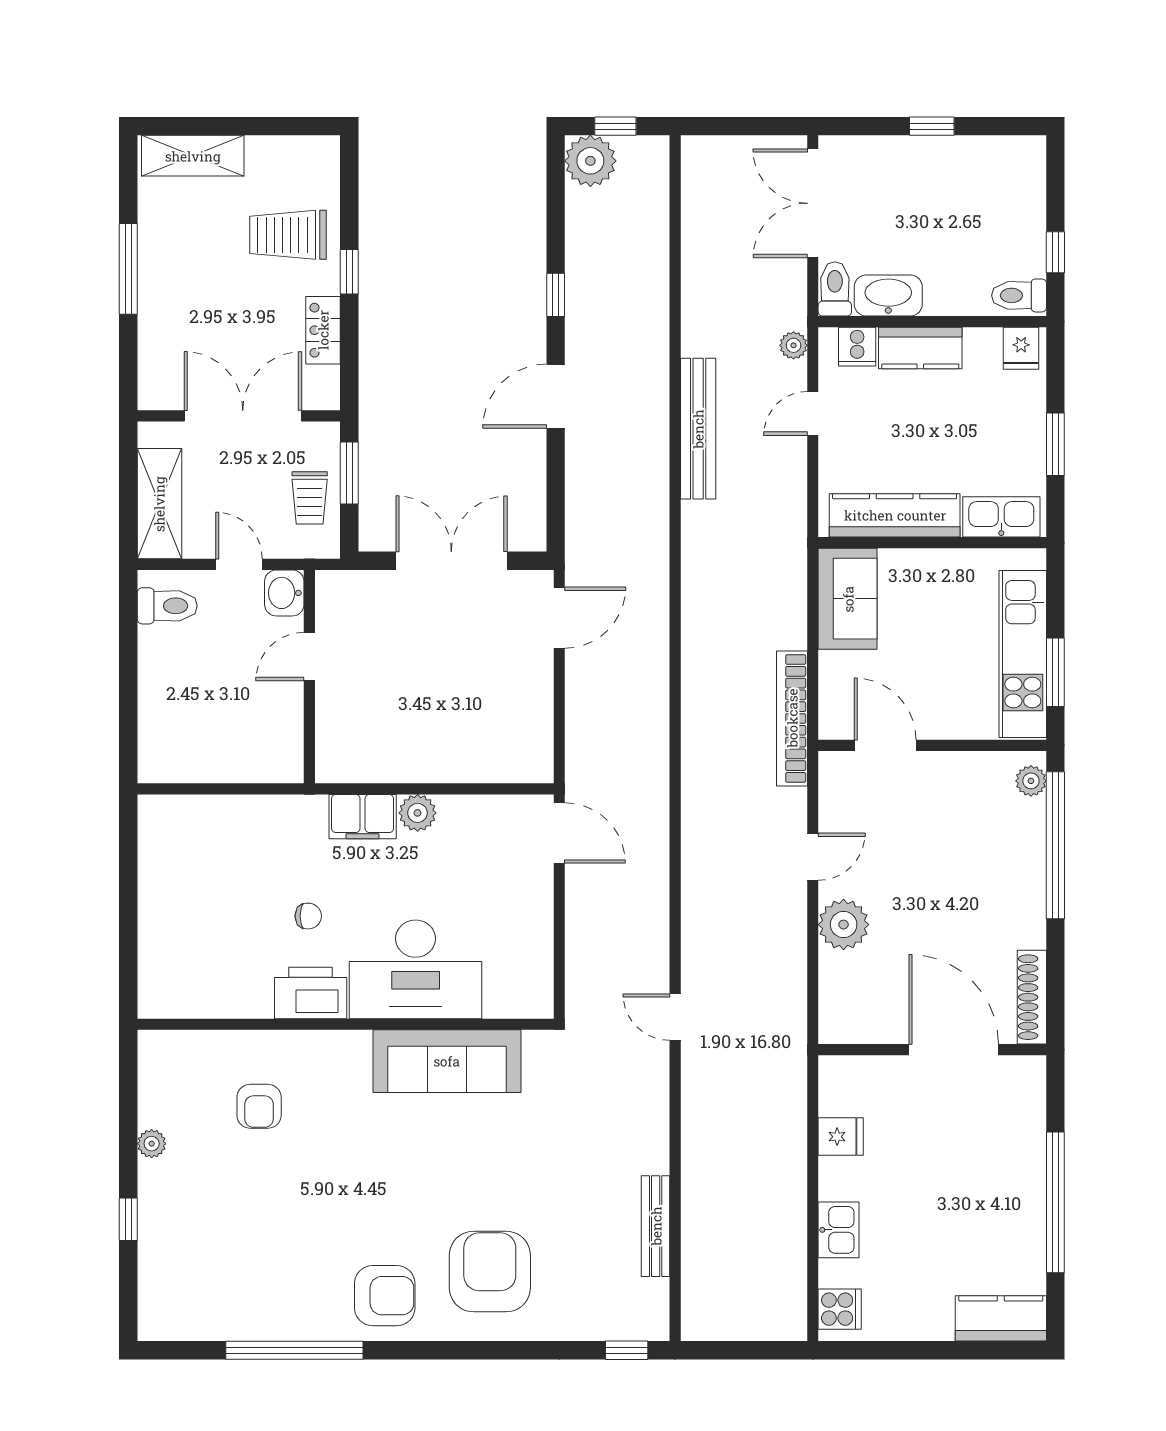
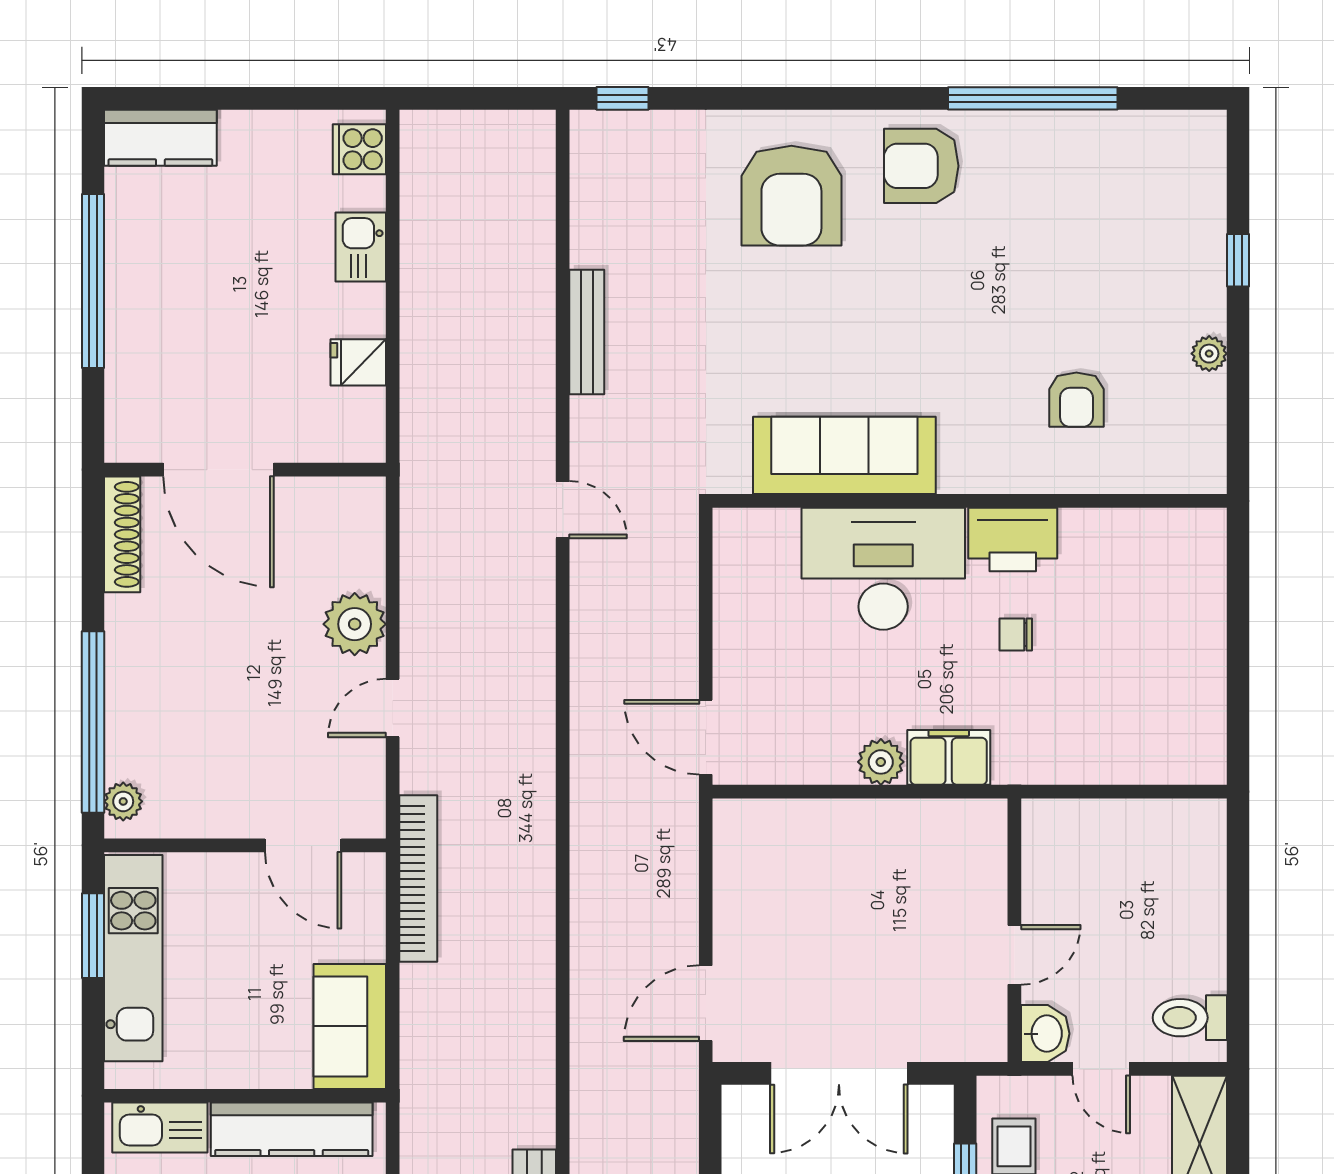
armchair: (259, 1106) -> (1076, 400), turned 180
bench: (656, 1226) -> (587, 332), moved

